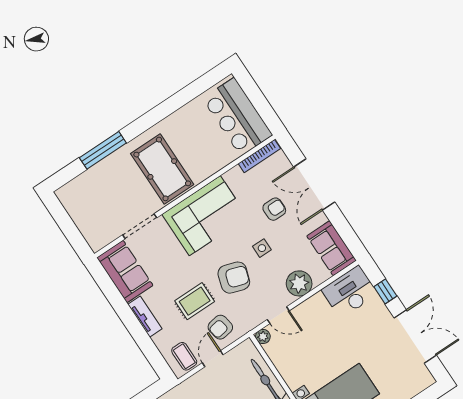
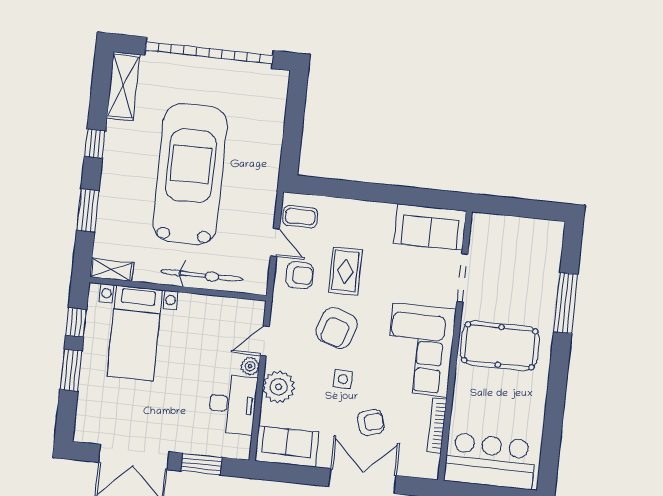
bookcase: (259, 156) -> (437, 425), moved
armchair: (274, 209) -> (371, 422), turned -106
window: (385, 291) -> (202, 464), width x1.50
desk: (350, 292) -> (232, 404), moved
tv unit: (145, 317) -> (370, 210), removed
armchair: (220, 327) -> (299, 275), turned 100
plant: (263, 337) -> (250, 366), moved

